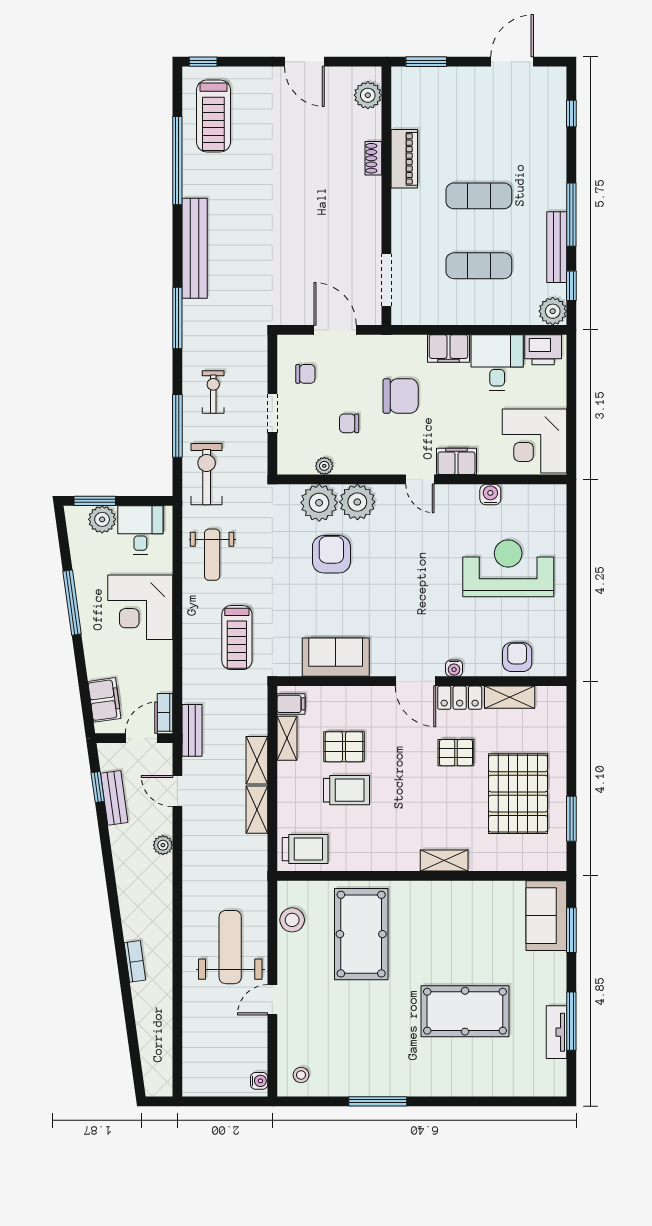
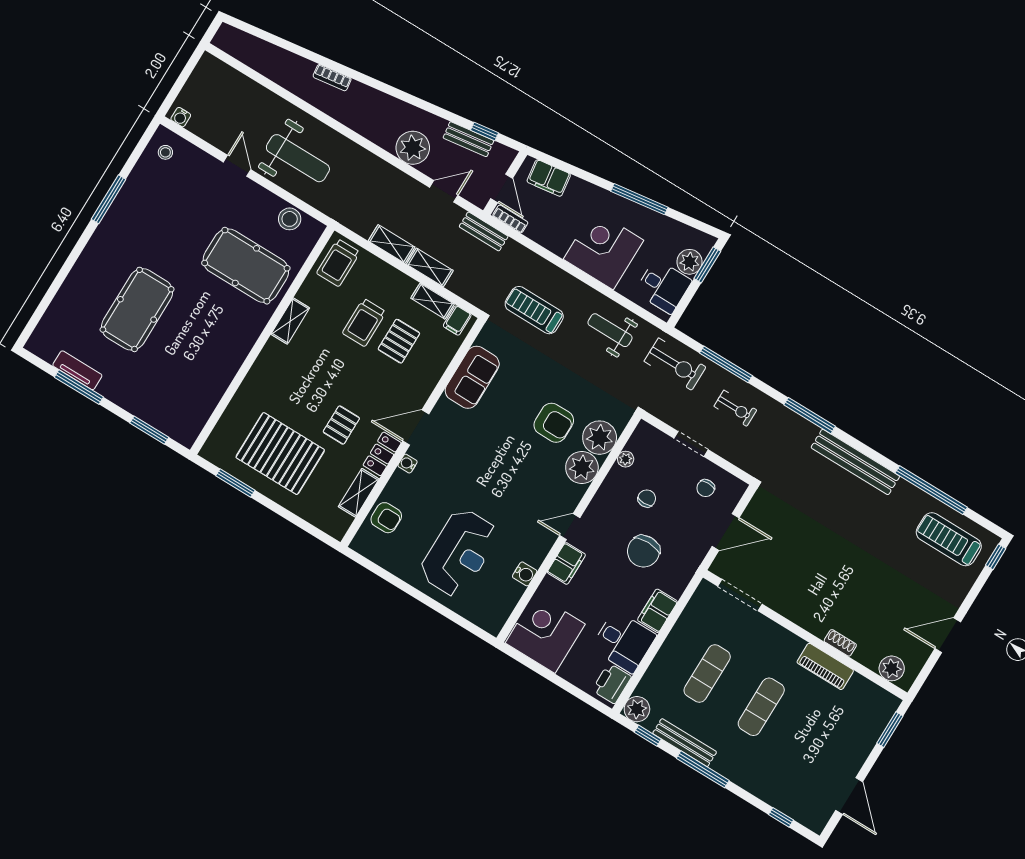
plant: (163, 845) -> (413, 148), width x1.88, depth x1.88
shelving: (444, 860) -> (290, 321), moved
sofa: (546, 916) -> (172, 418), removed

